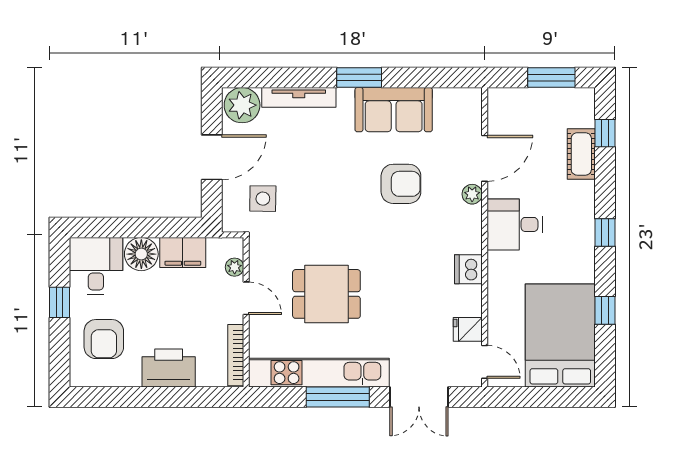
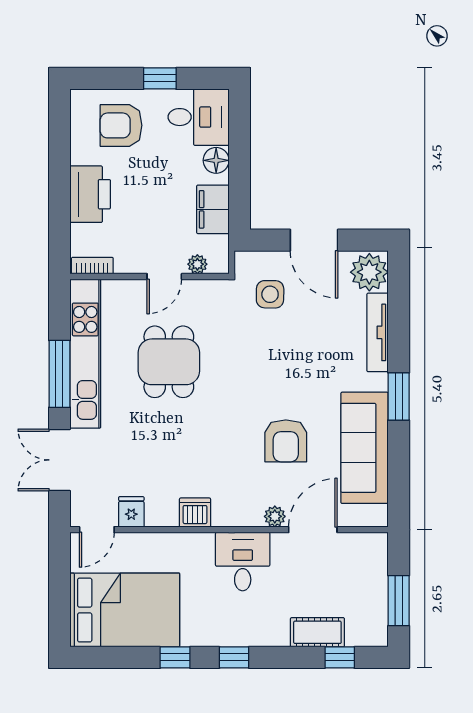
sofa: (394, 110) -> (365, 448), width x1.36
door: (485, 158) -> (313, 530), swing flipped
floor lamp: (141, 254) -> (216, 160), width x0.73, depth x0.73
window: (605, 310) -> (175, 657), moved
bookcase: (236, 355) -> (92, 266), width x0.64

